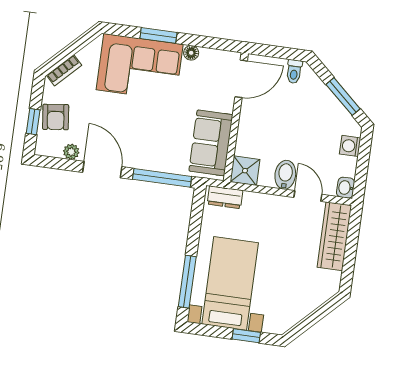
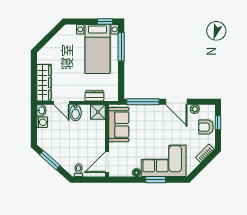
armchair: (56, 117) -> (206, 127), turned -83
washing machine: (350, 146) -> (42, 122), moved
dresser: (225, 197) -> (94, 96), moved
window: (246, 336) -> (105, 21), moved

